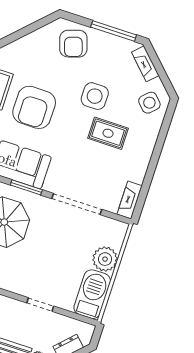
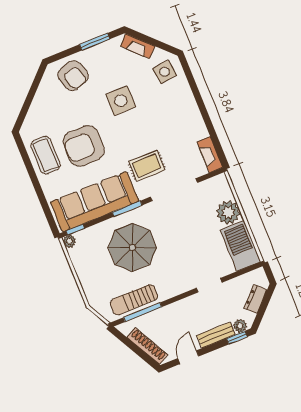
window: (114, 31) -> (95, 42), width x0.69
side table: (149, 103) -> (165, 72), turned 38
armchair: (34, 107) -> (84, 146), turned 90
rug: (108, 133) -> (147, 166), moved

